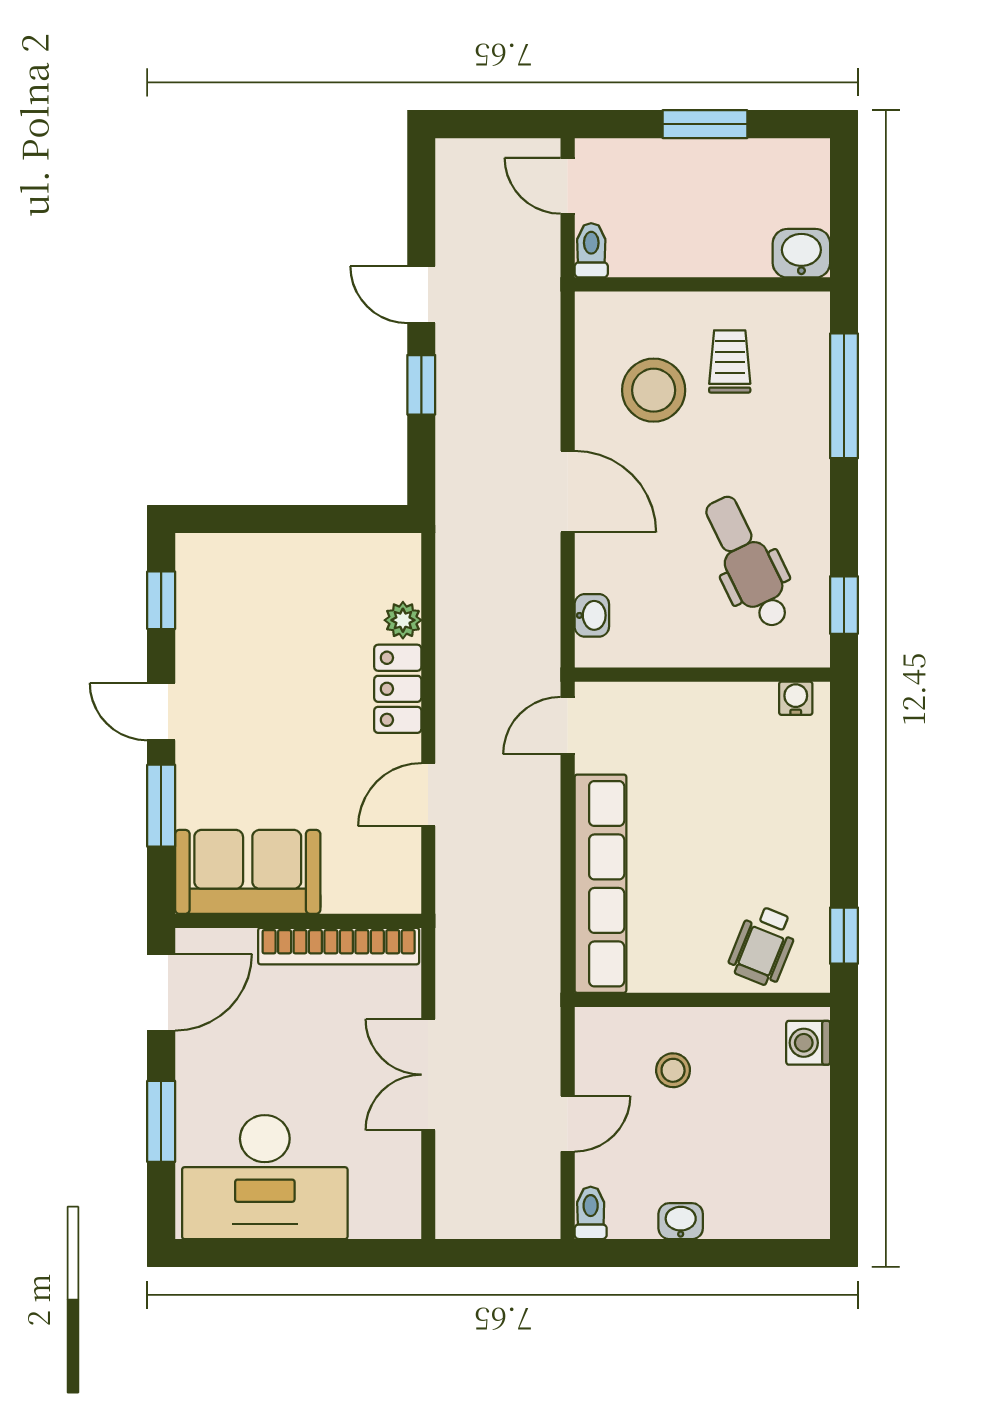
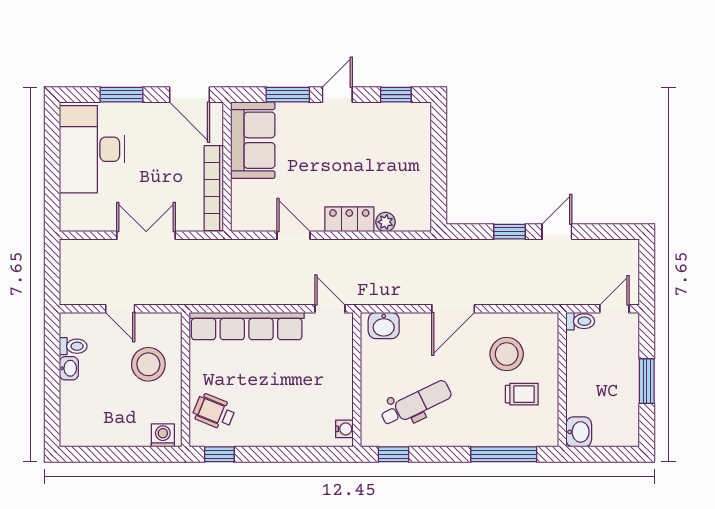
washbasin: (592, 615) -> (384, 326), width x1.38, depth x1.45
stool: (673, 1070) -> (148, 364), width x1.89, depth x1.89
toilet: (591, 1213) -> (73, 346), moved

